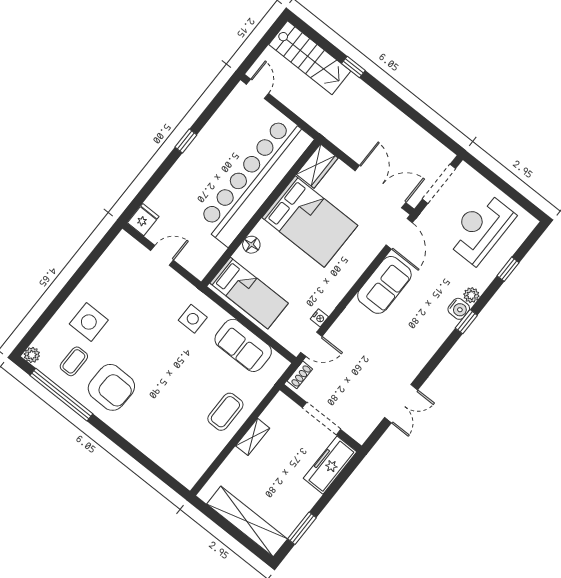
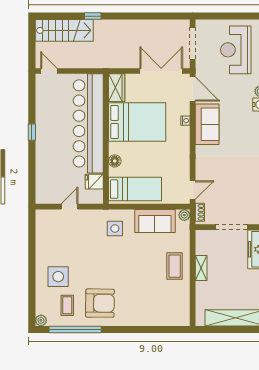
fridge: (143, 220) -> (94, 182), moved, turned -90
nightstand: (319, 318) -> (185, 121), moved
plant: (280, 364) -> (184, 215), added

